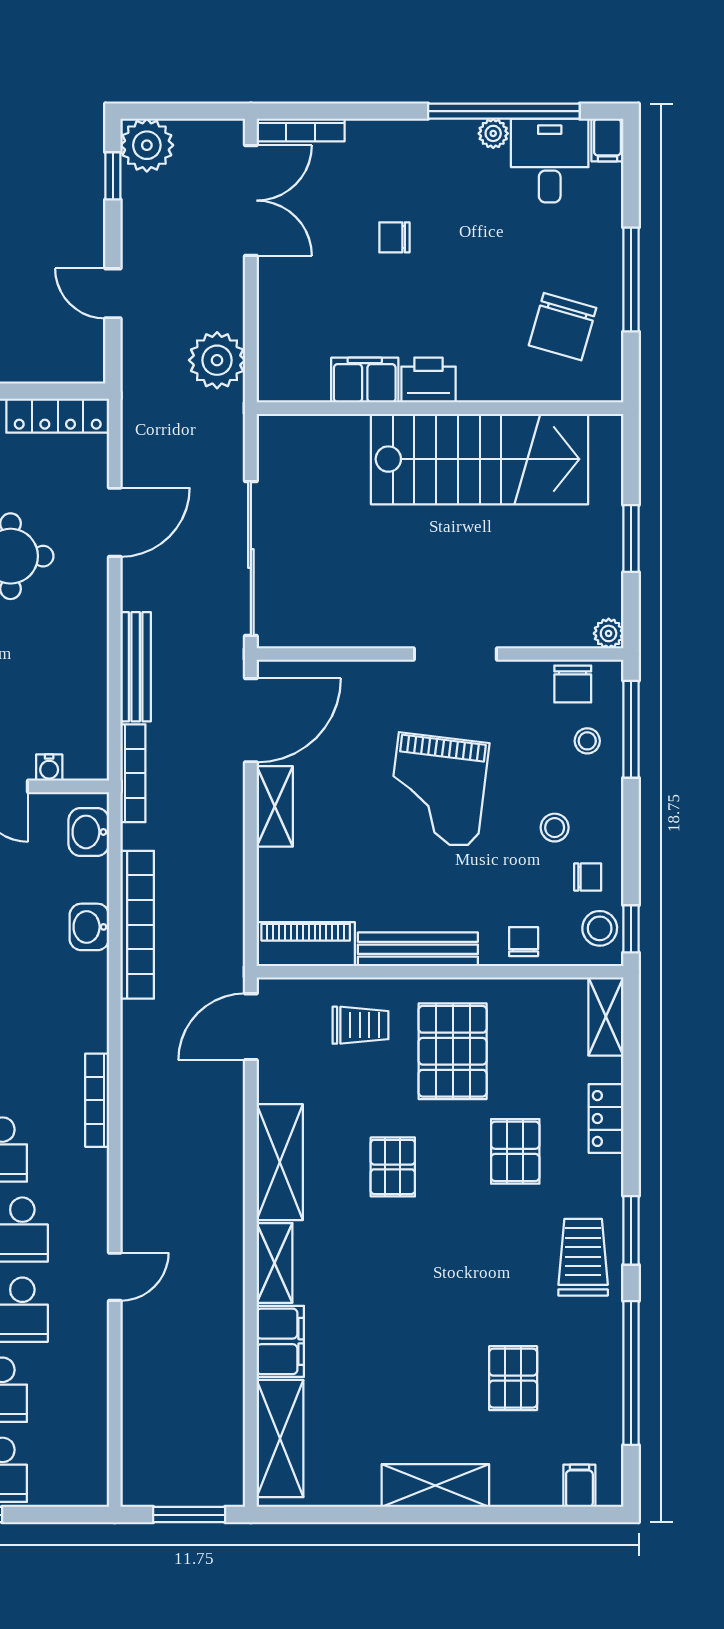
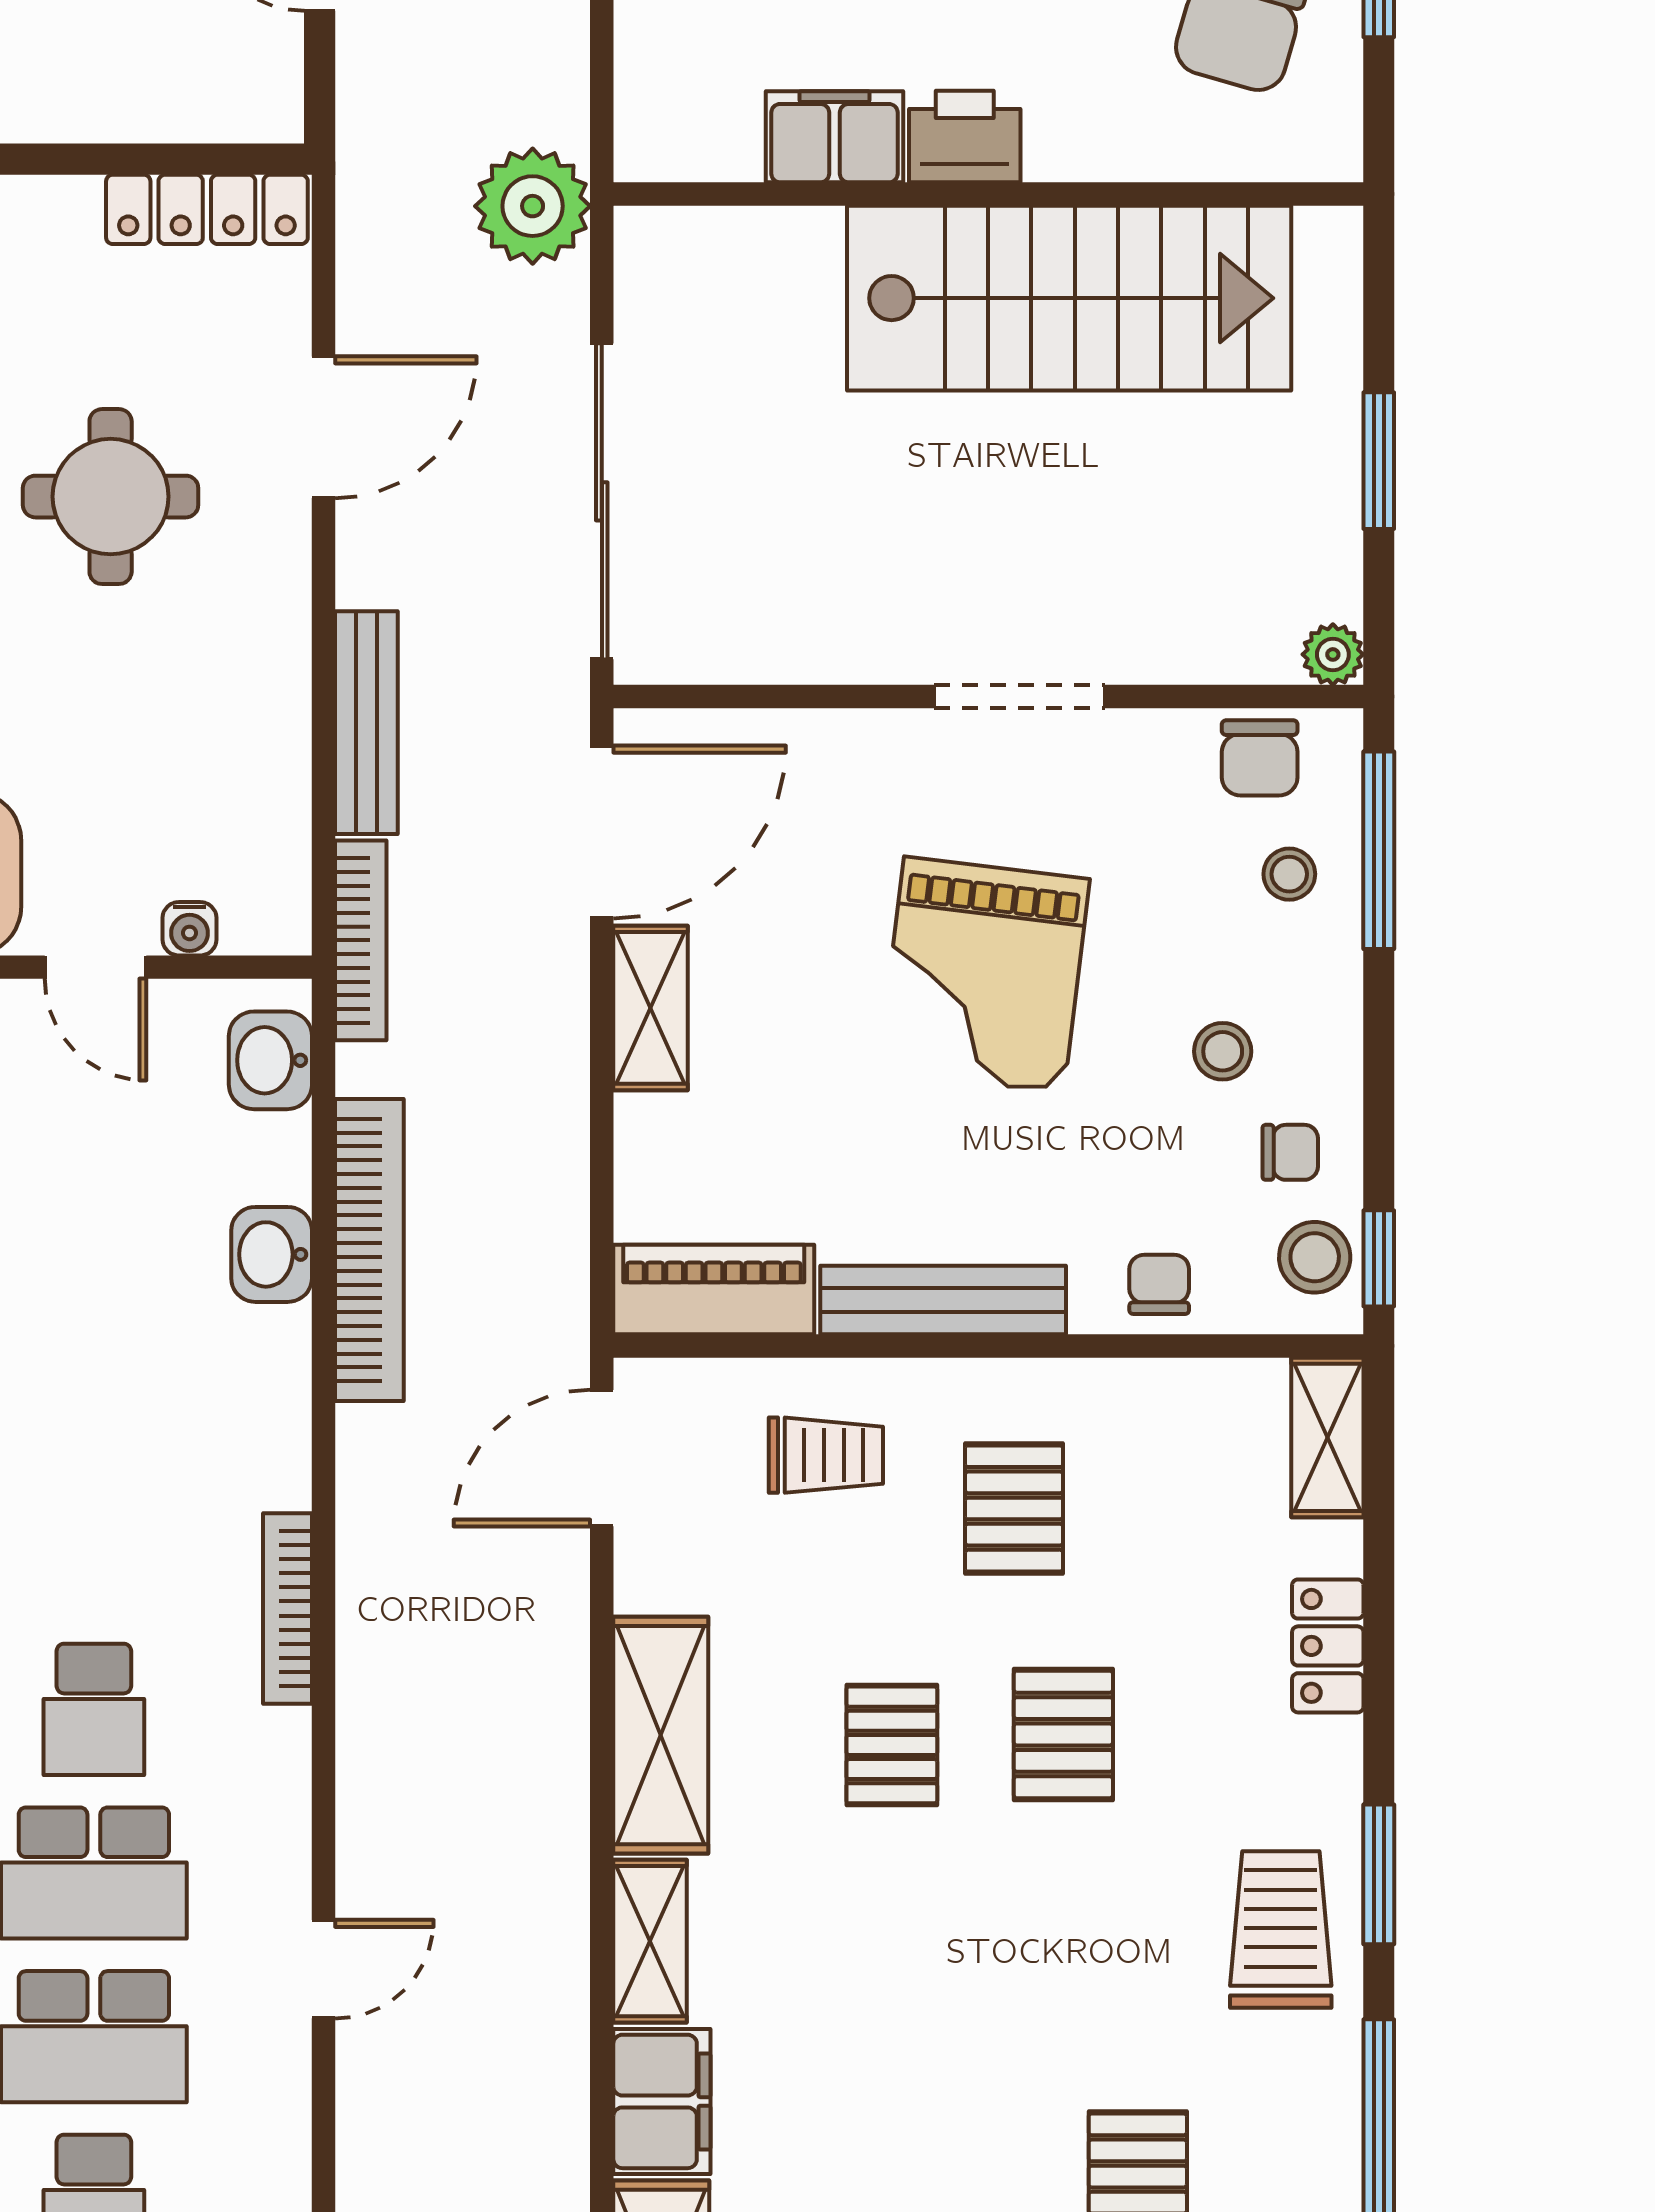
plant: (217, 360) -> (533, 206), moved
pallet: (453, 1051) -> (1014, 1508), width x0.67, depth x0.71
pallet: (515, 1151) -> (1063, 1734), moved

